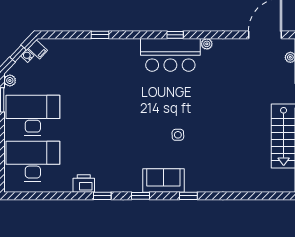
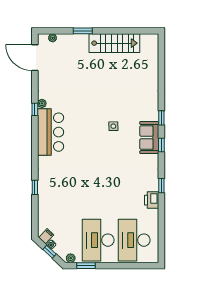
window: (175, 35) -> (35, 109), moved
window: (141, 196) -> (161, 145), moved

